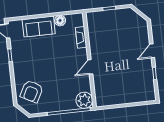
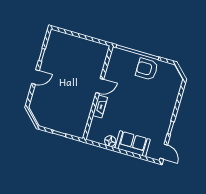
fireplace: (81, 37) -> (100, 106), moved
armchair: (32, 91) -> (147, 69), moved, turned -118
plant: (84, 100) -> (118, 57), removed

